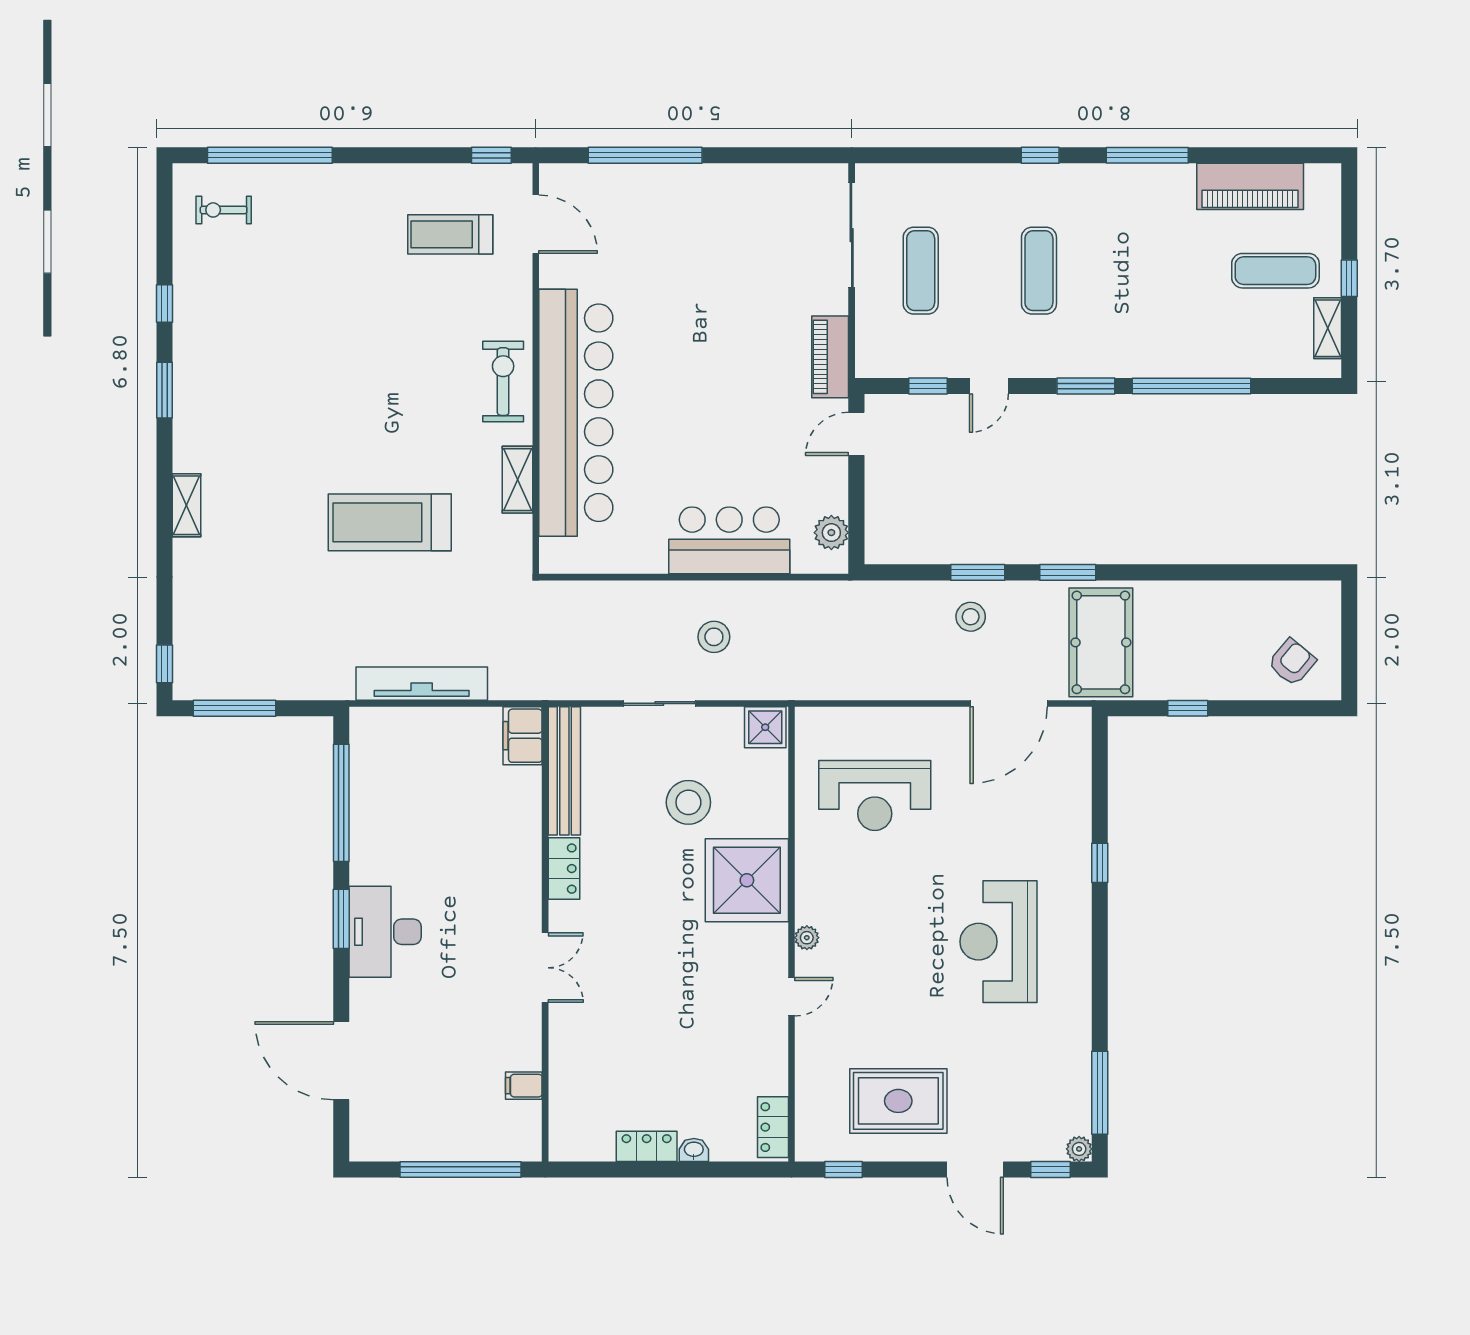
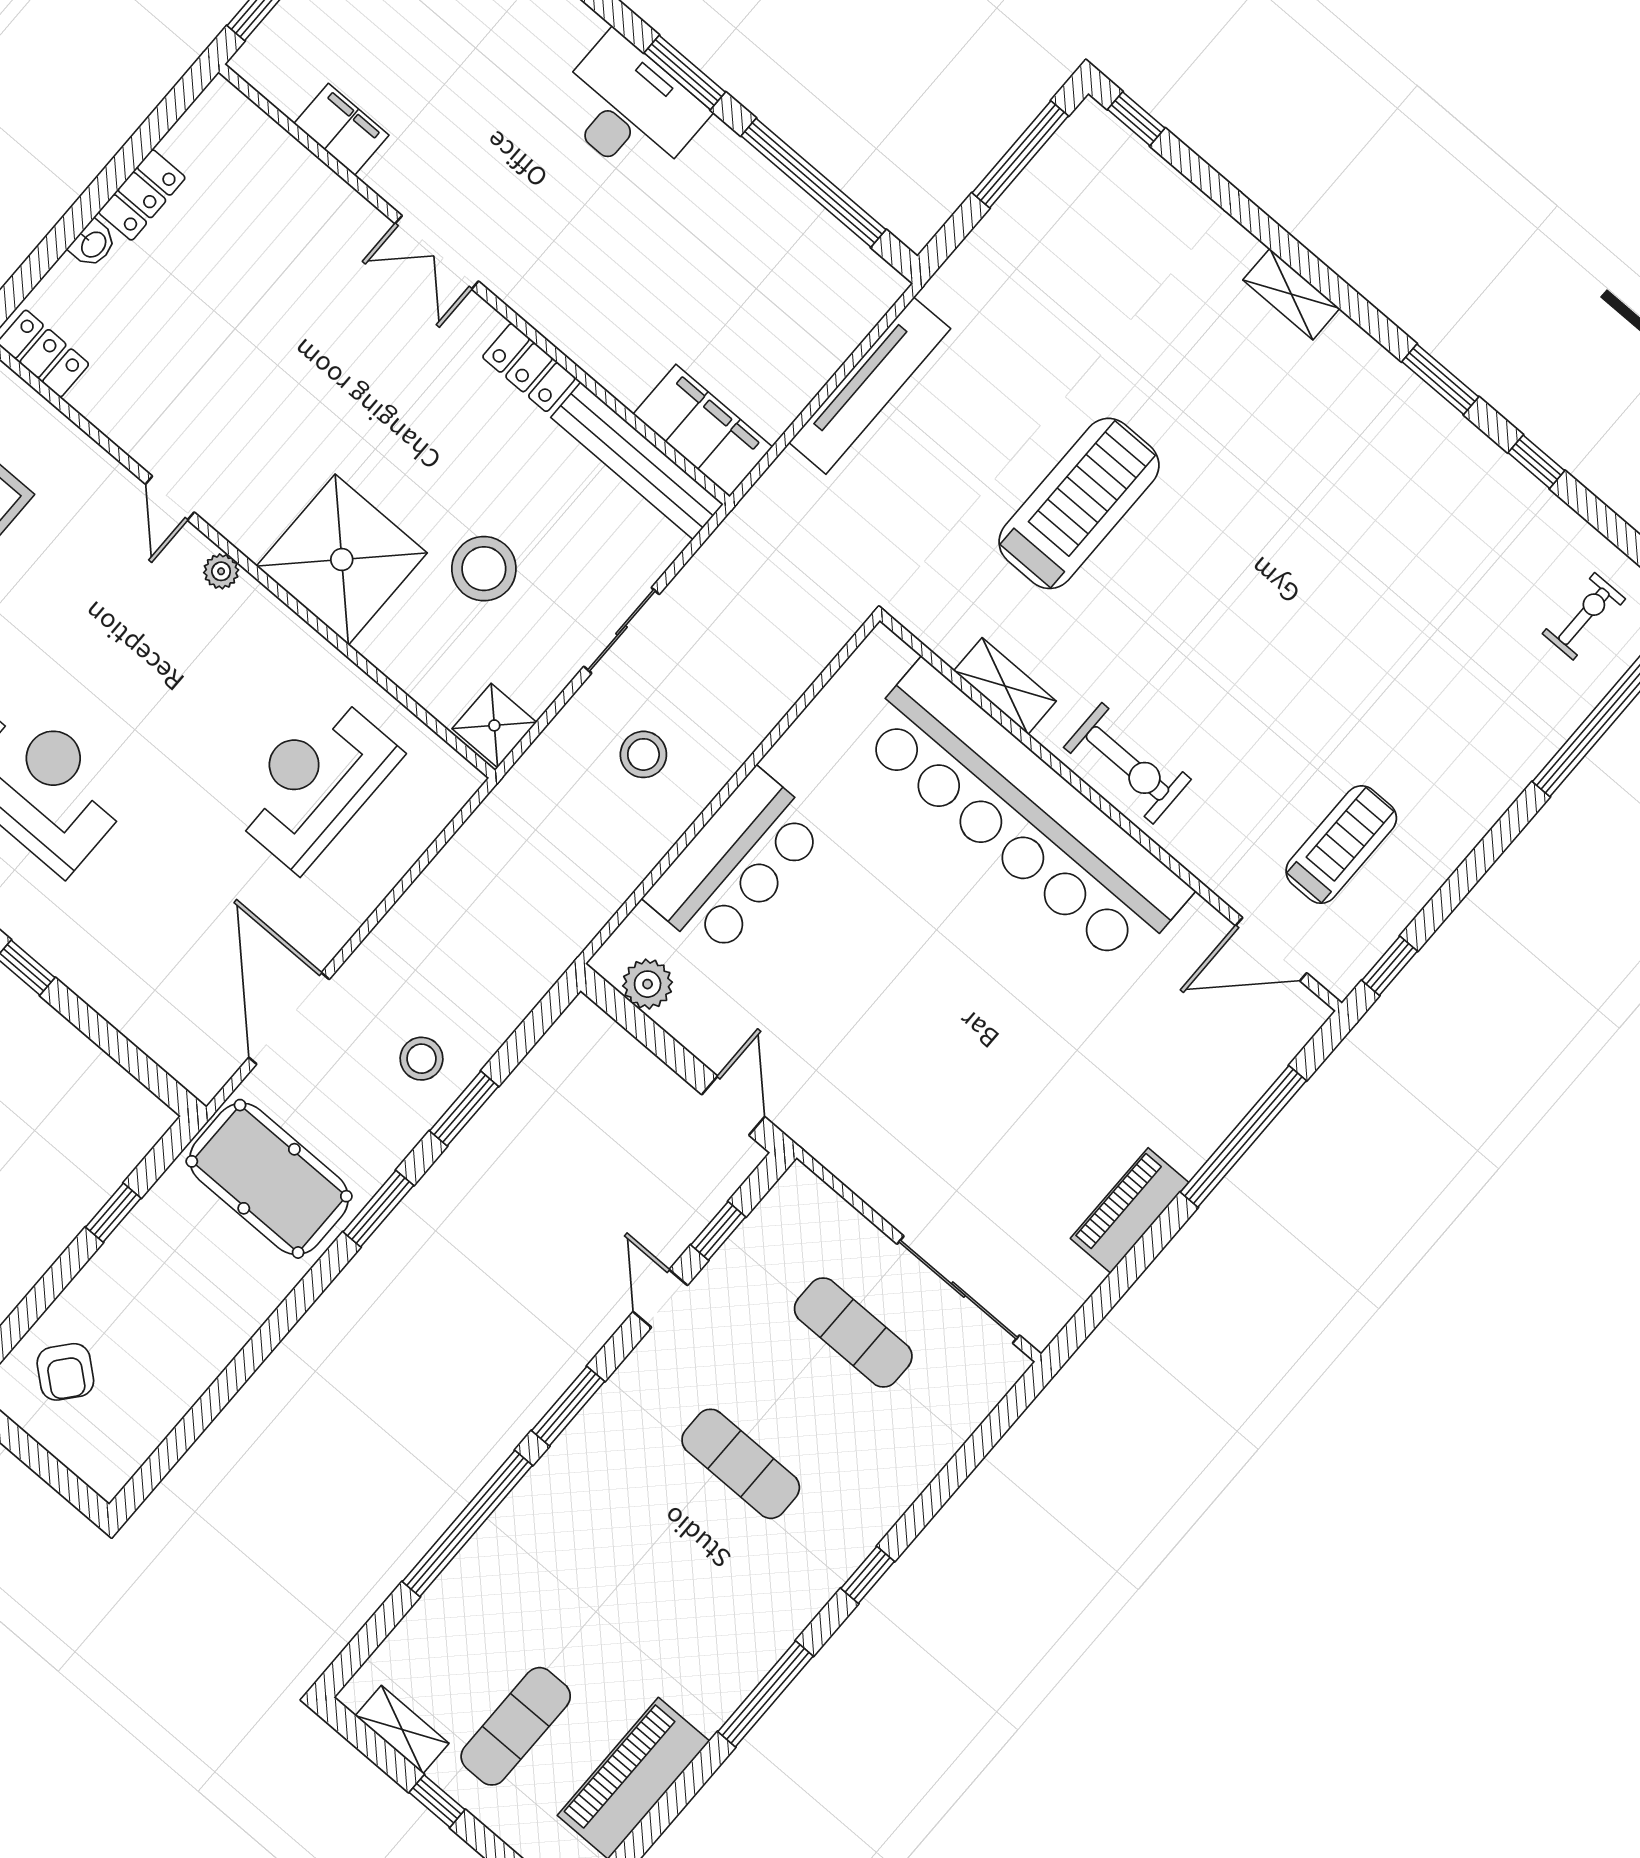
piano: (830, 357) -> (1130, 1210), moved, turned -90
filing cabinet: (523, 736) -> (703, 431), width x1.50, depth x1.17
filing cabinet: (524, 1086) -> (341, 129), width x2.00

